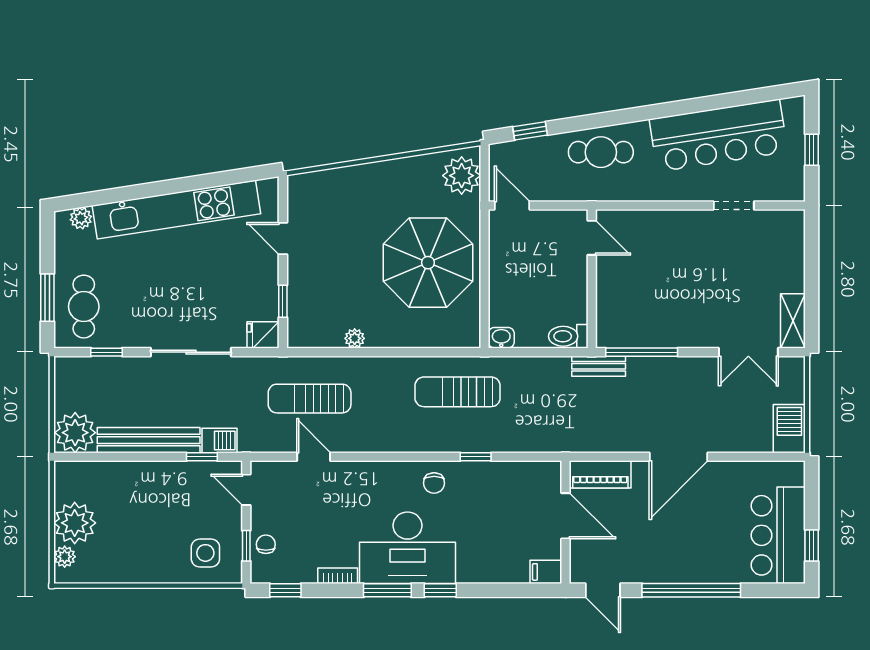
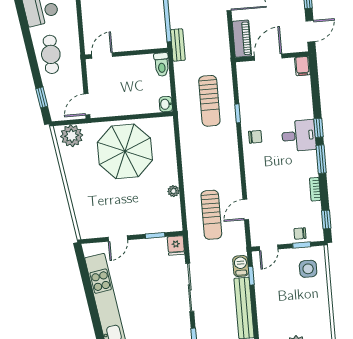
sun lounger: (458, 392) -> (209, 101), moved
desk: (408, 548) -> (299, 136), width x0.53, depth x0.77

